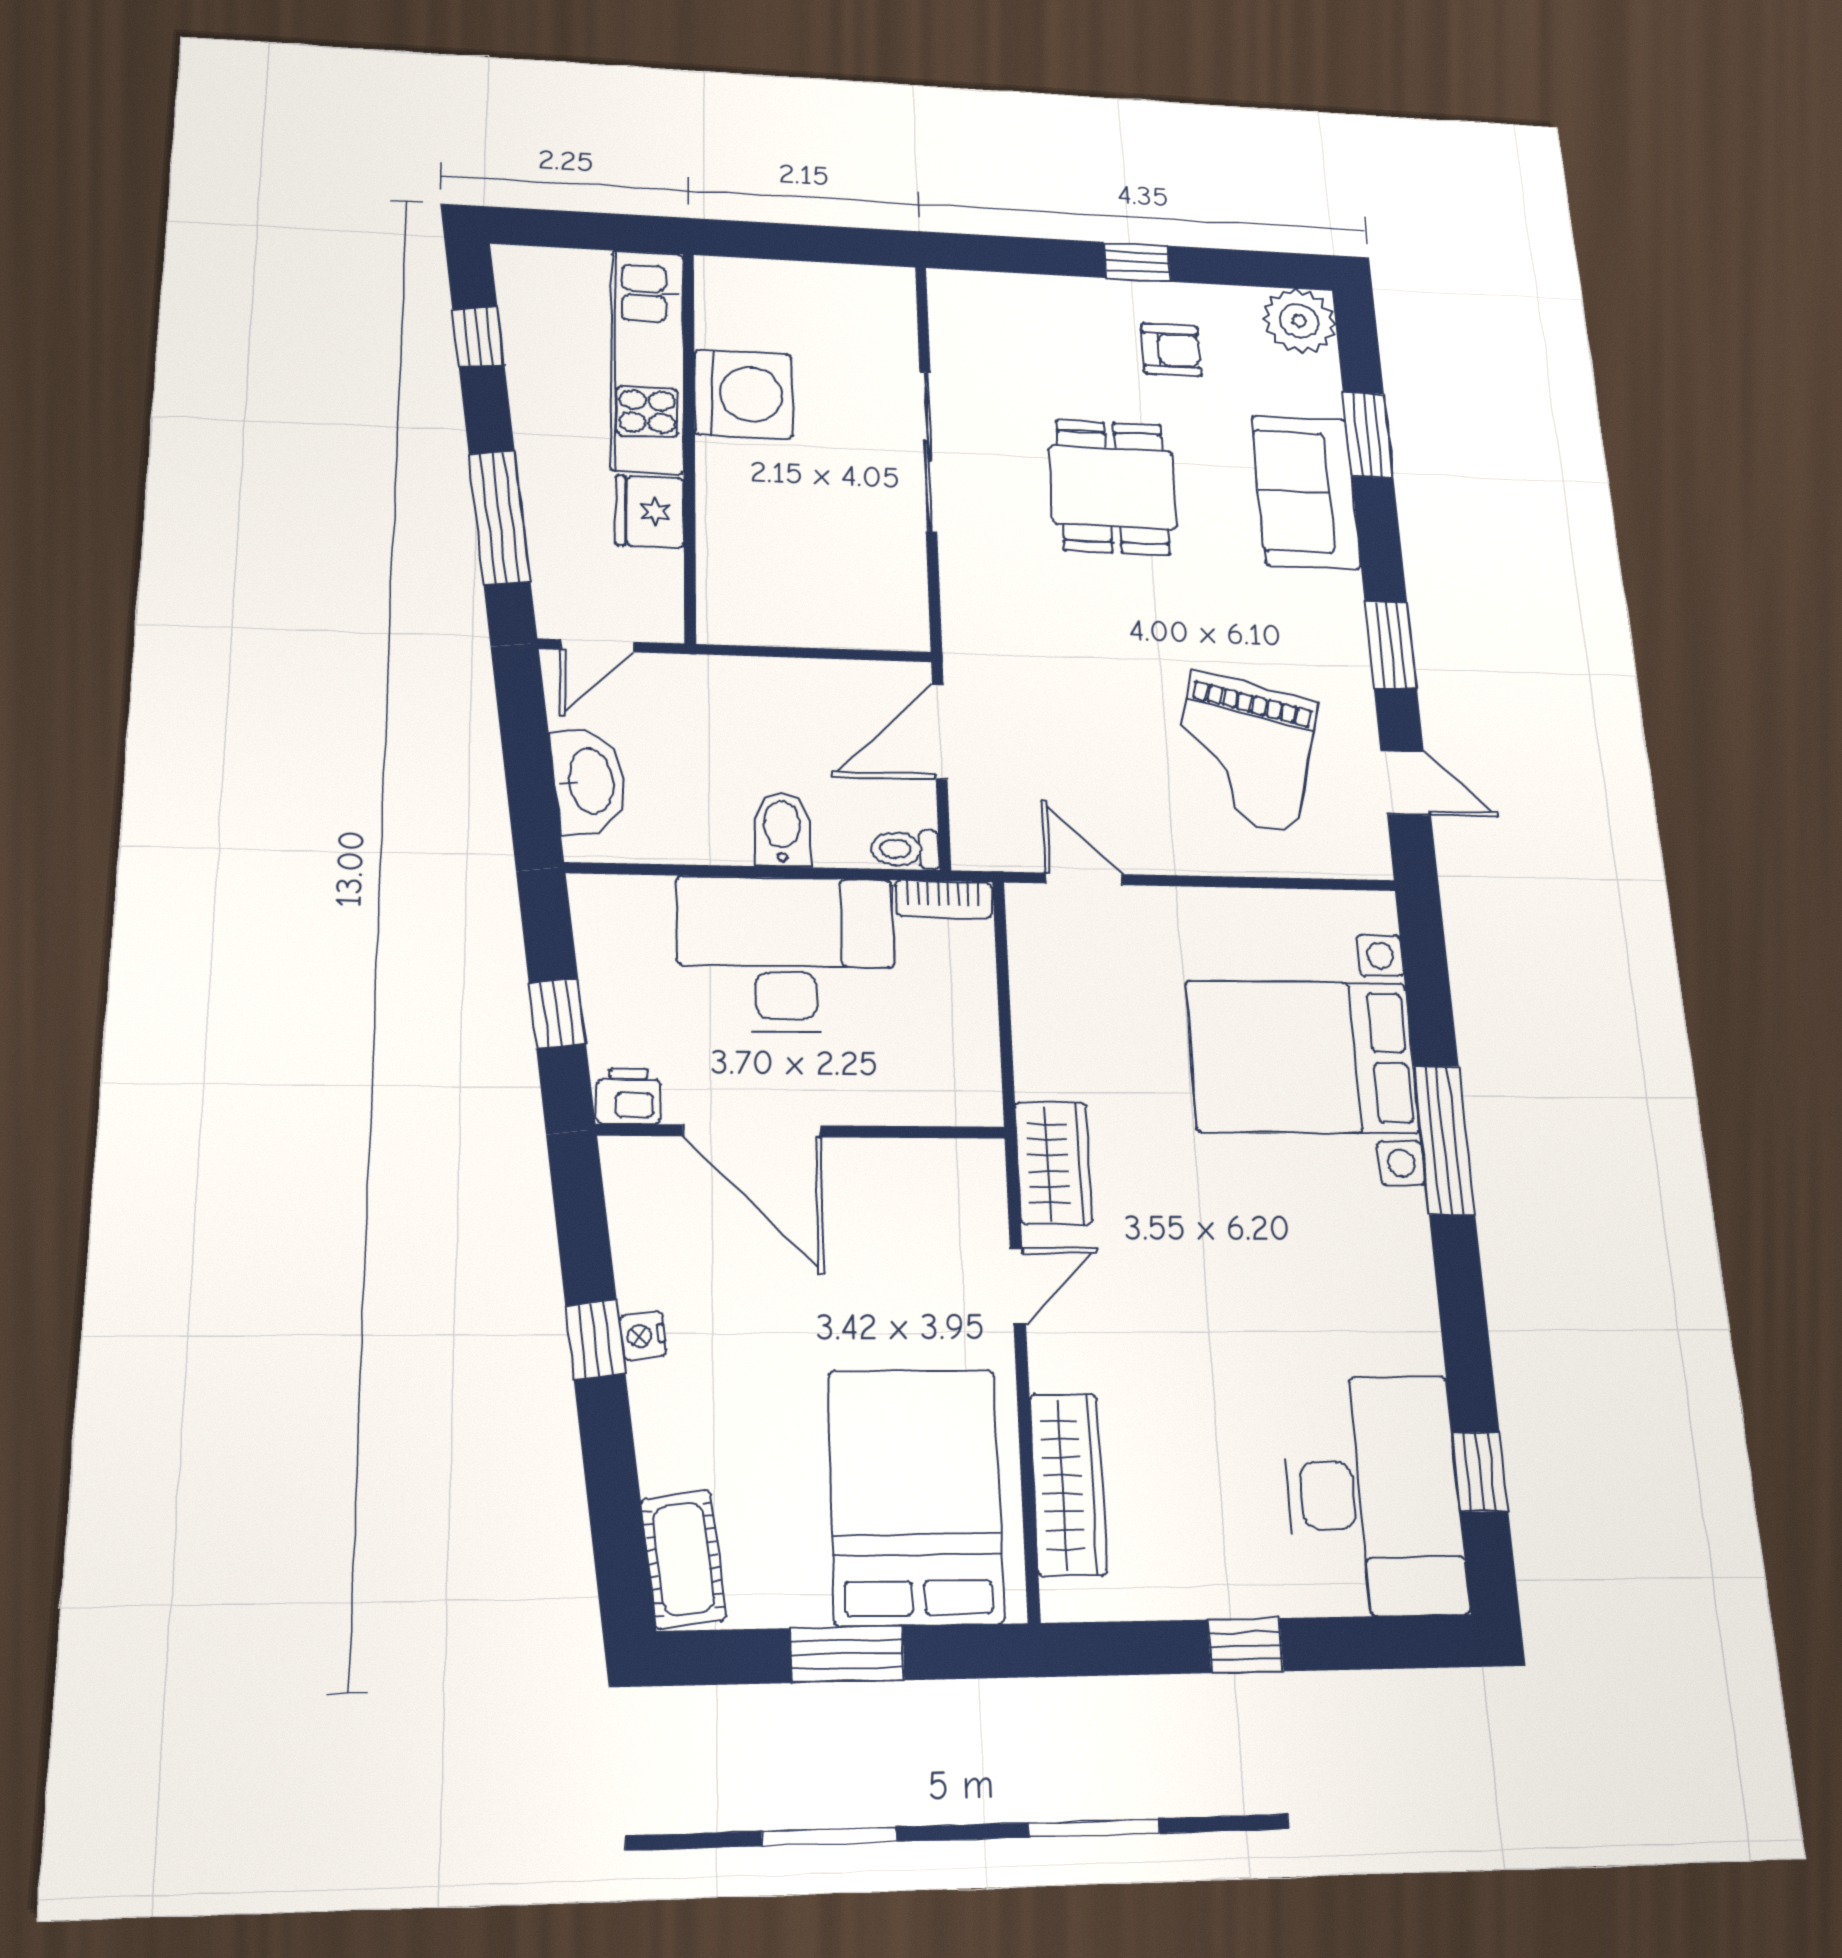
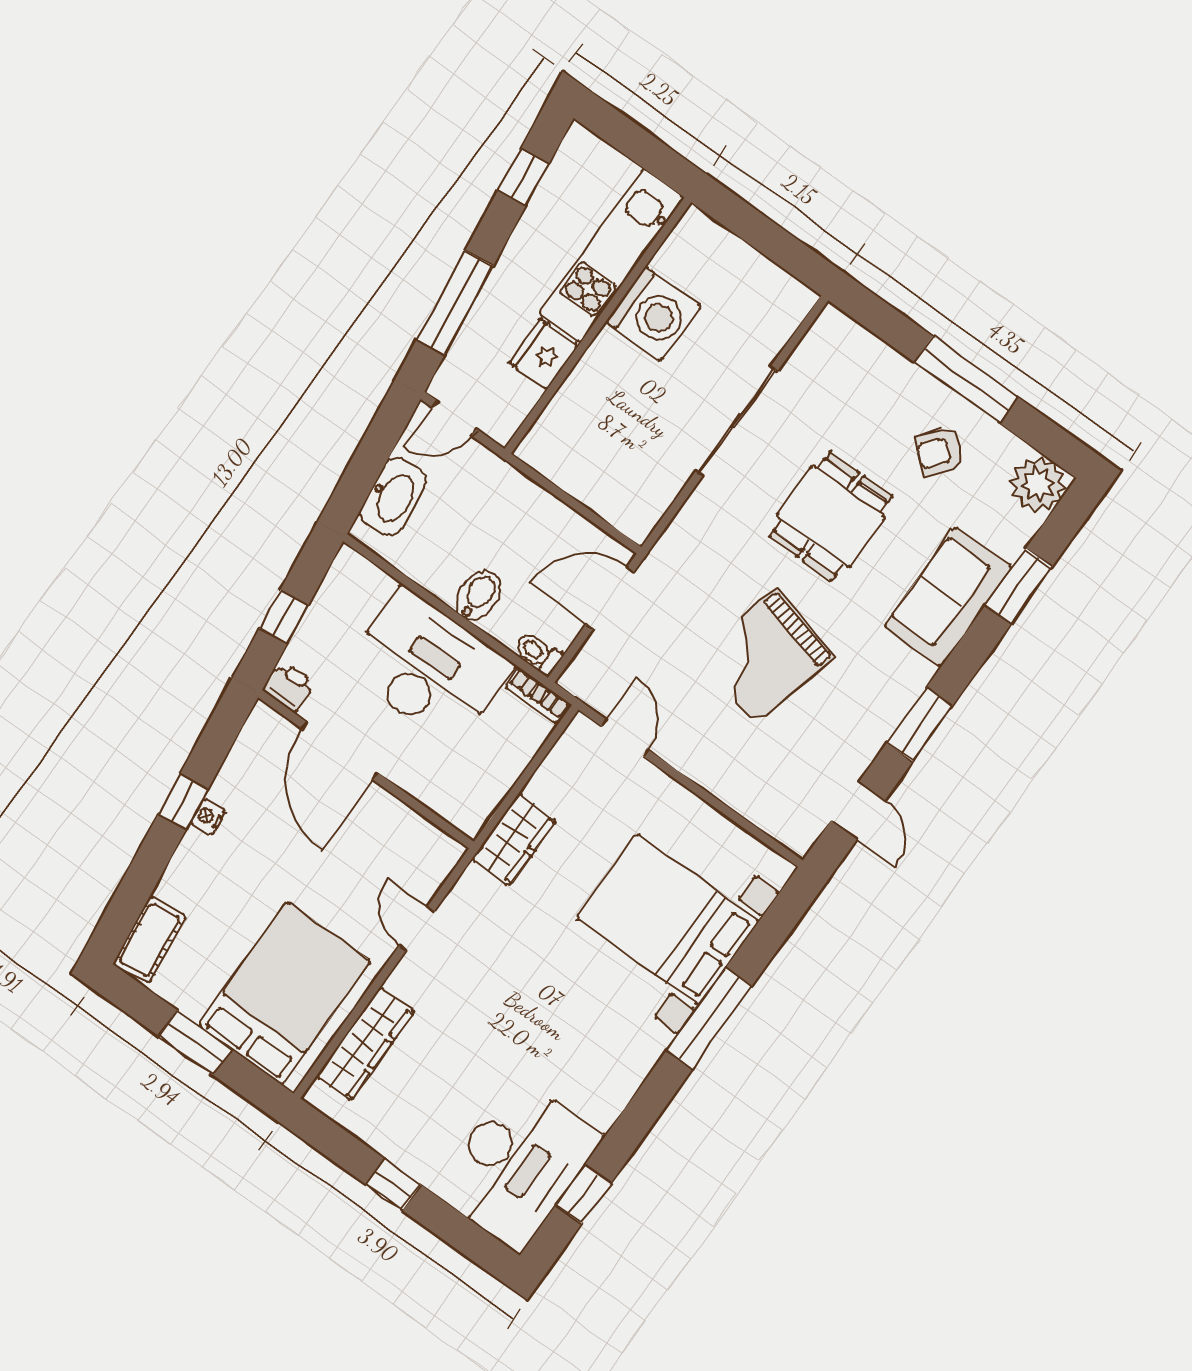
window: (1137, 262) -> (966, 379), width x2.17
armchair: (1171, 350) -> (939, 452), turned 129
grand piano: (1243, 752) -> (765, 656), moved
wardrobe: (1054, 1163) -> (514, 840), moved
door: (1018, 1286) -> (417, 928), swing flipped

